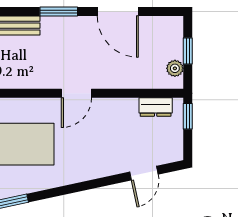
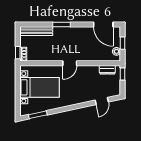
door: (118, 11) -> (103, 24), moved

